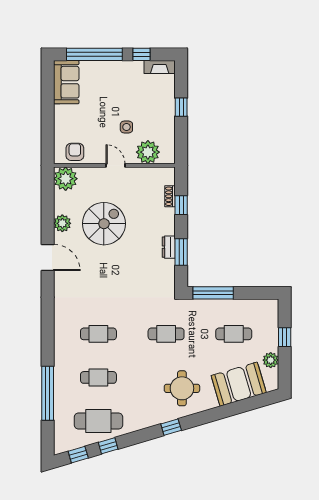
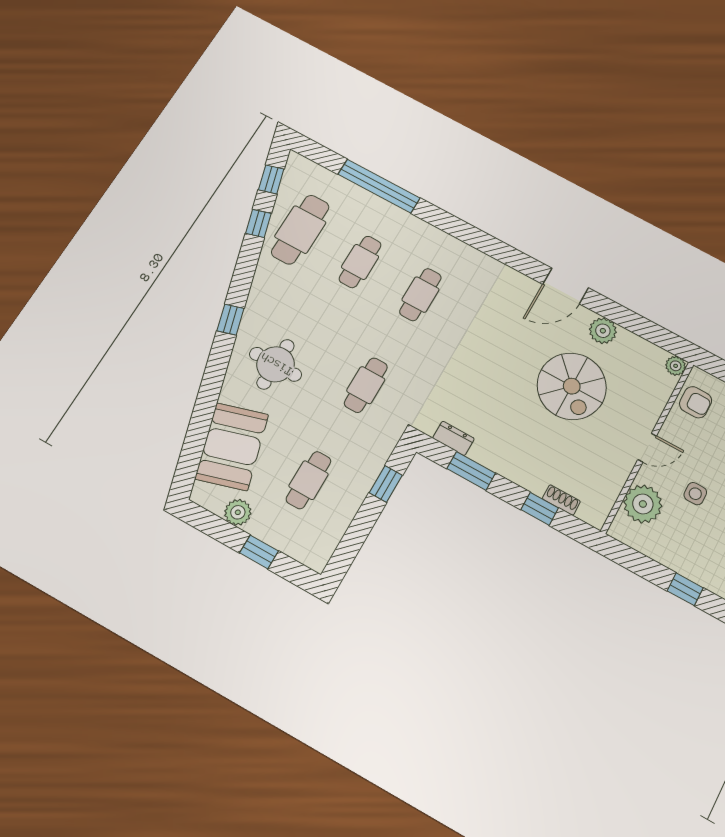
plant: (66, 179) -> (676, 366), width x0.53, depth x0.53
dresser: (169, 247) -> (453, 438), moved
window: (213, 293) -> (386, 484), width x0.46

